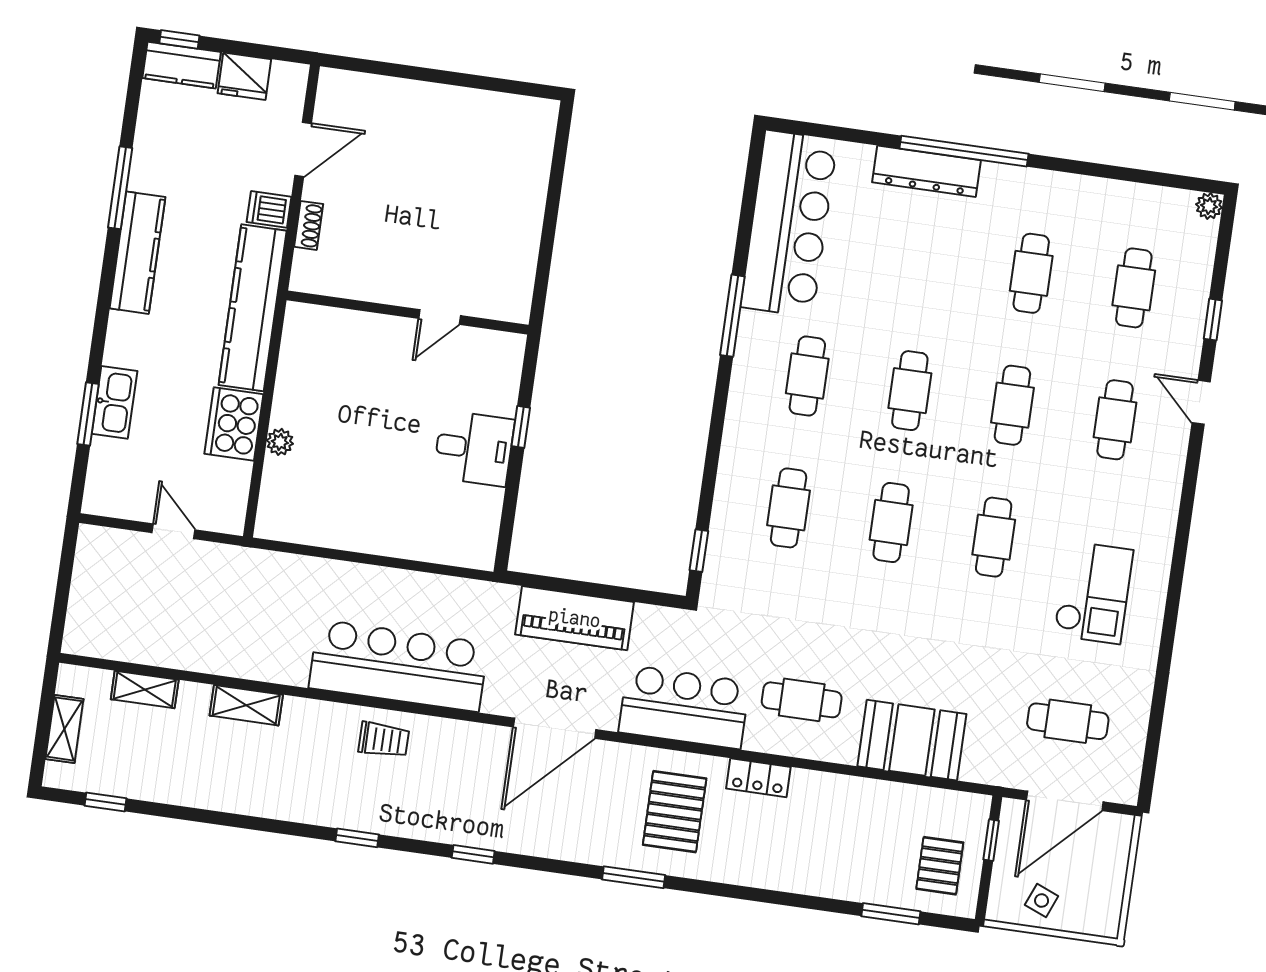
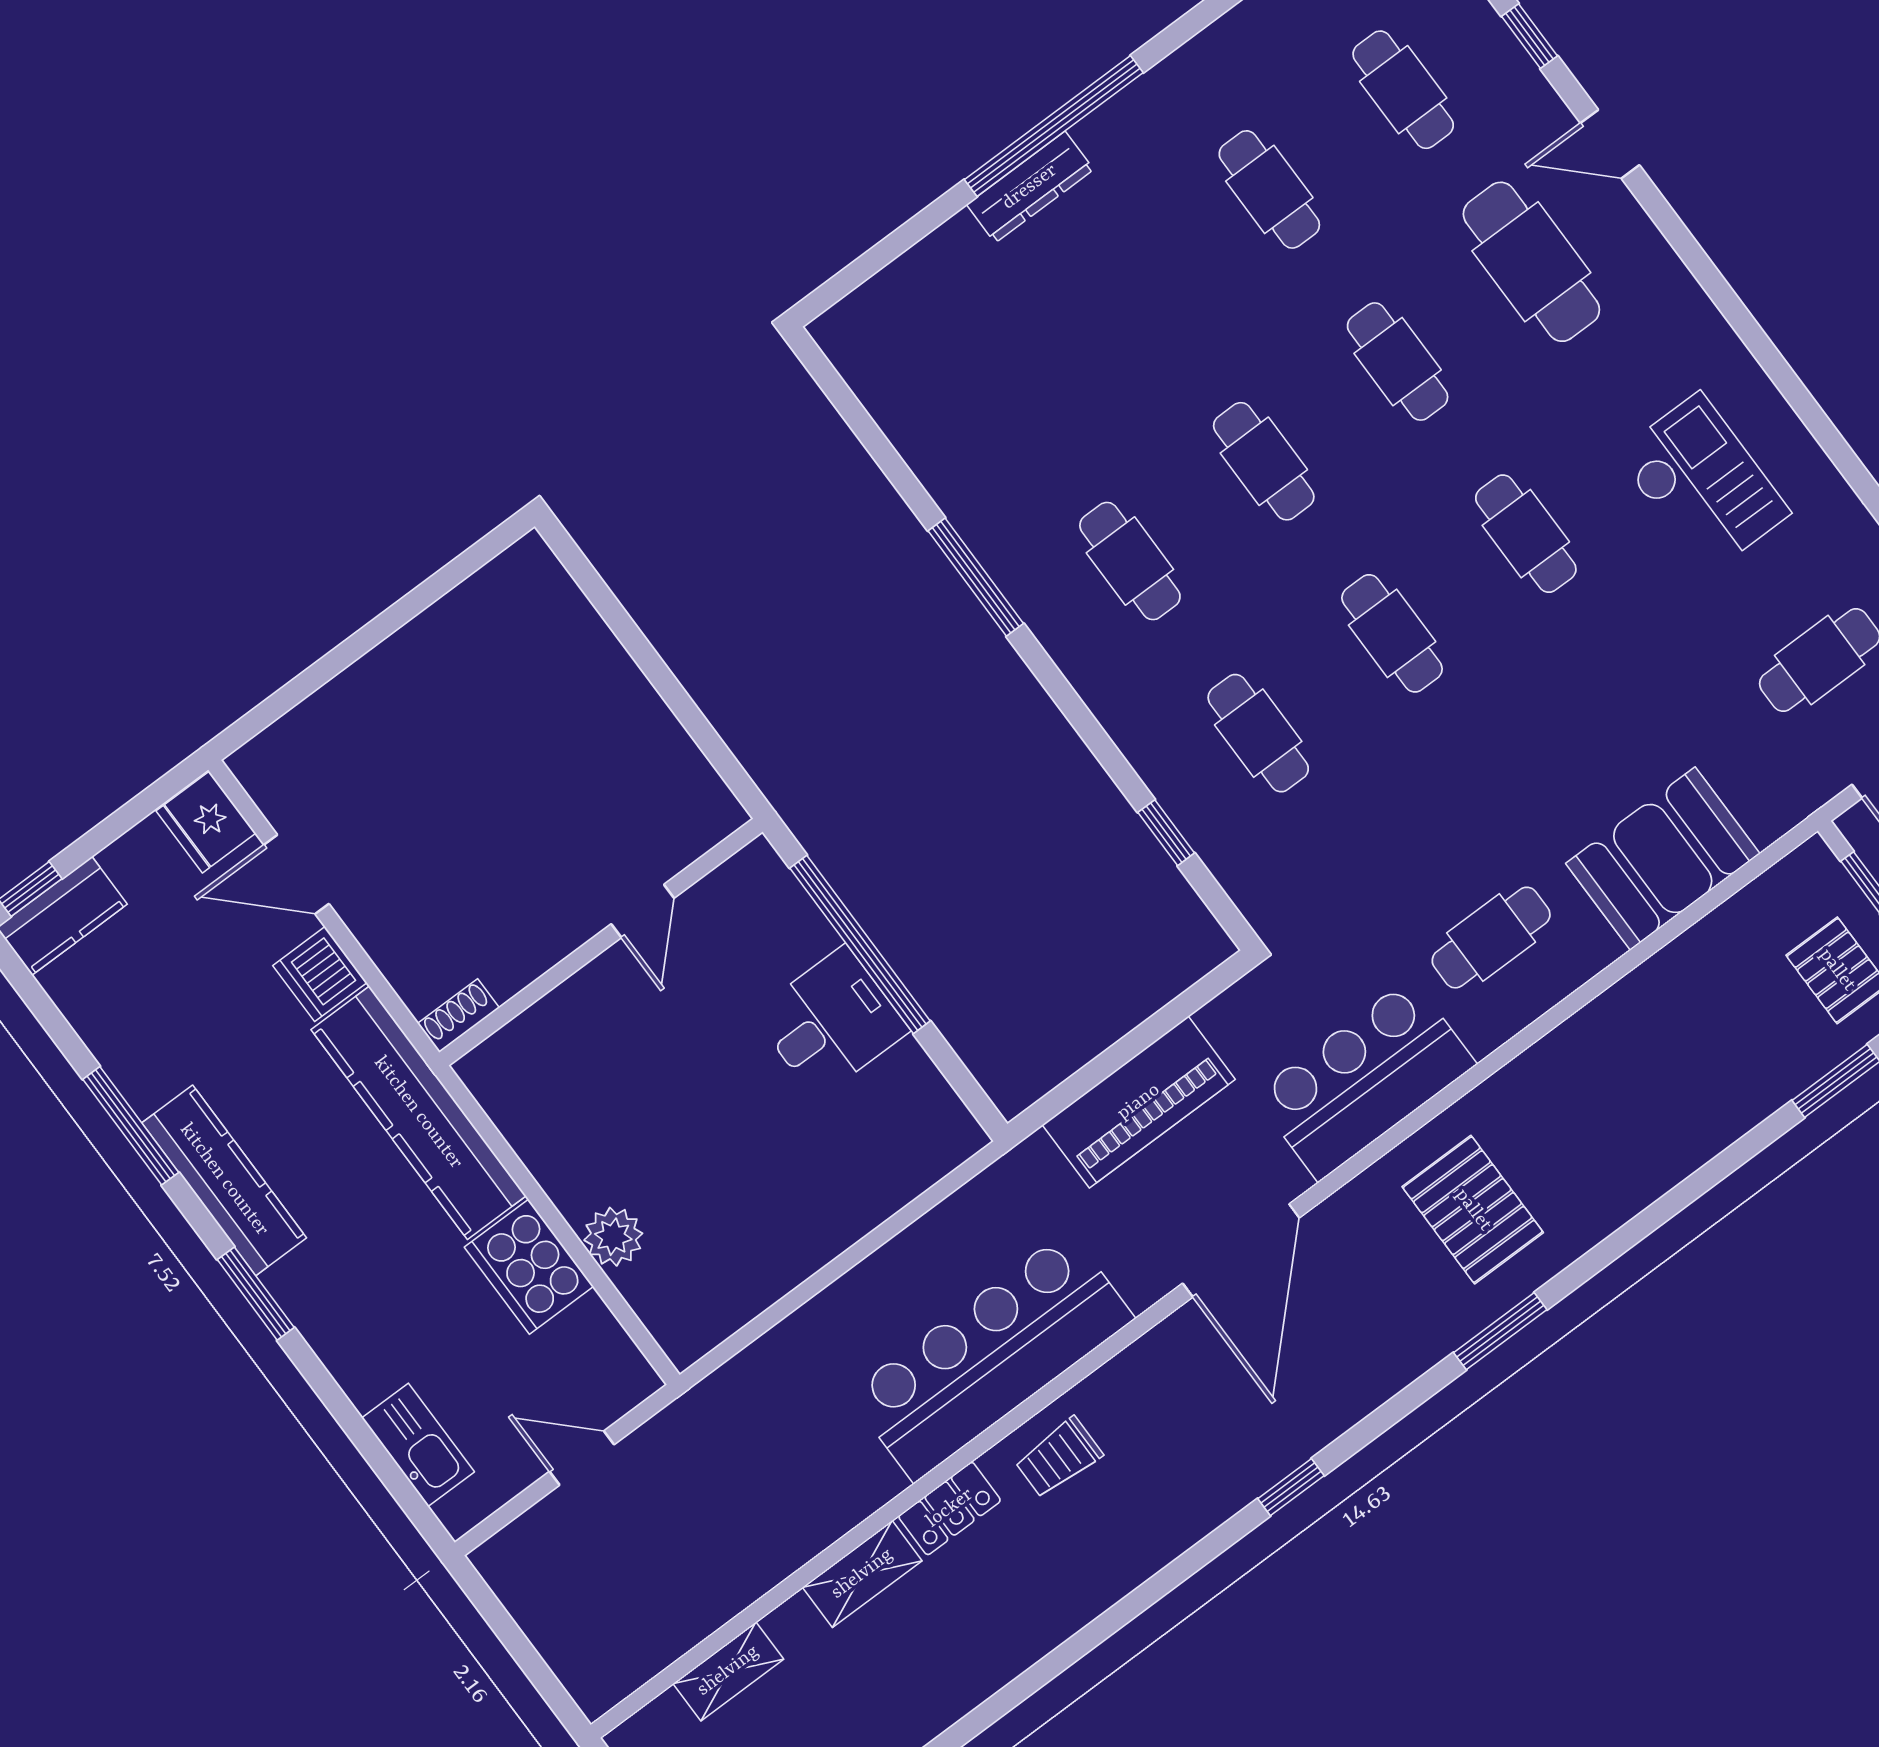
fridge: (244, 76) -> (206, 822), moved, turned 90
door: (303, 149) -> (296, 874), swing flipped
dresser: (926, 171) -> (1030, 187), width x0.73, depth x0.80
dishwasher: (269, 209) -> (320, 974), width x1.38
bar counter: (789, 223) -> (936, 407), removed
shoe rack: (309, 225) -> (458, 1016), moved, turned -90
kitchen sink: (114, 402) -> (418, 1445), moved
window: (88, 414) -> (256, 1294), moved
cafe table: (1115, 420) -> (1531, 262), width x1.37, depth x1.35
window: (521, 427) -> (860, 944), width x3.17
plant: (280, 442) -> (613, 1237), width x1.38, depth x1.38
window: (699, 551) -> (1166, 833), moved
trolley: (384, 740) -> (1059, 1458), turned 180
locker: (758, 778) -> (950, 1508), moved
window: (357, 838) -> (1140, 1600), removed

